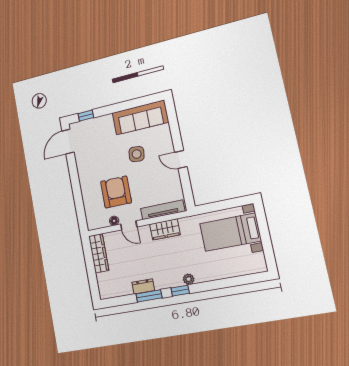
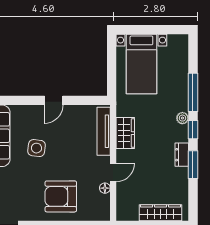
armchair: (116, 192) -> (61, 196), moved
wardrobe: (99, 253) -> (161, 213), moved
window: (214, 285) -> (193, 92), added
dresser: (143, 286) -> (182, 155), moved

